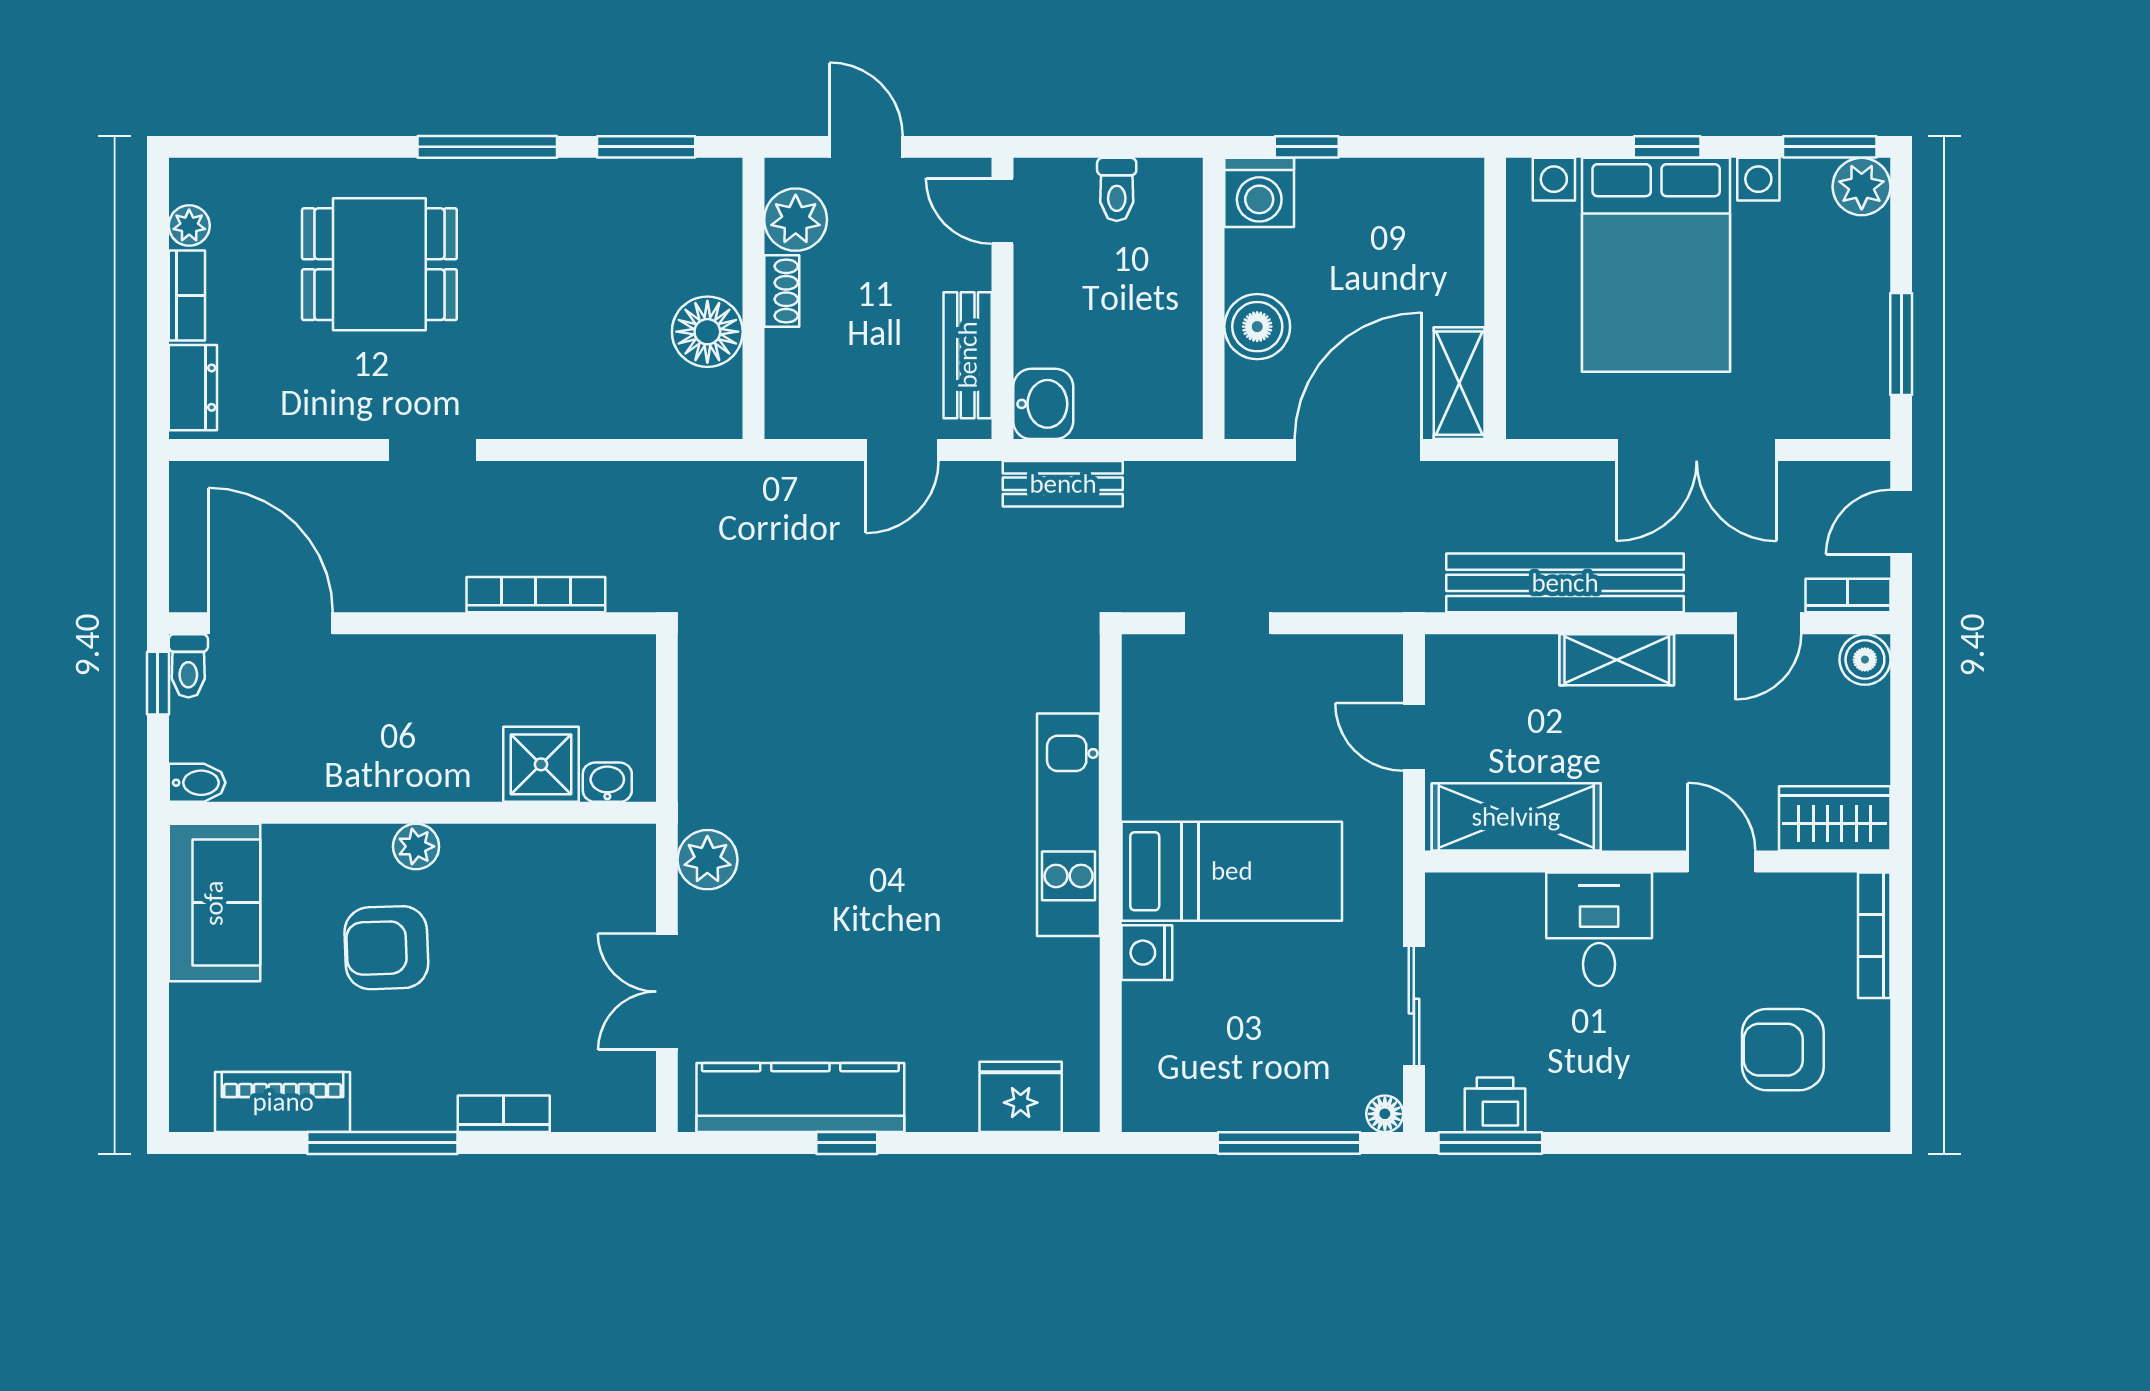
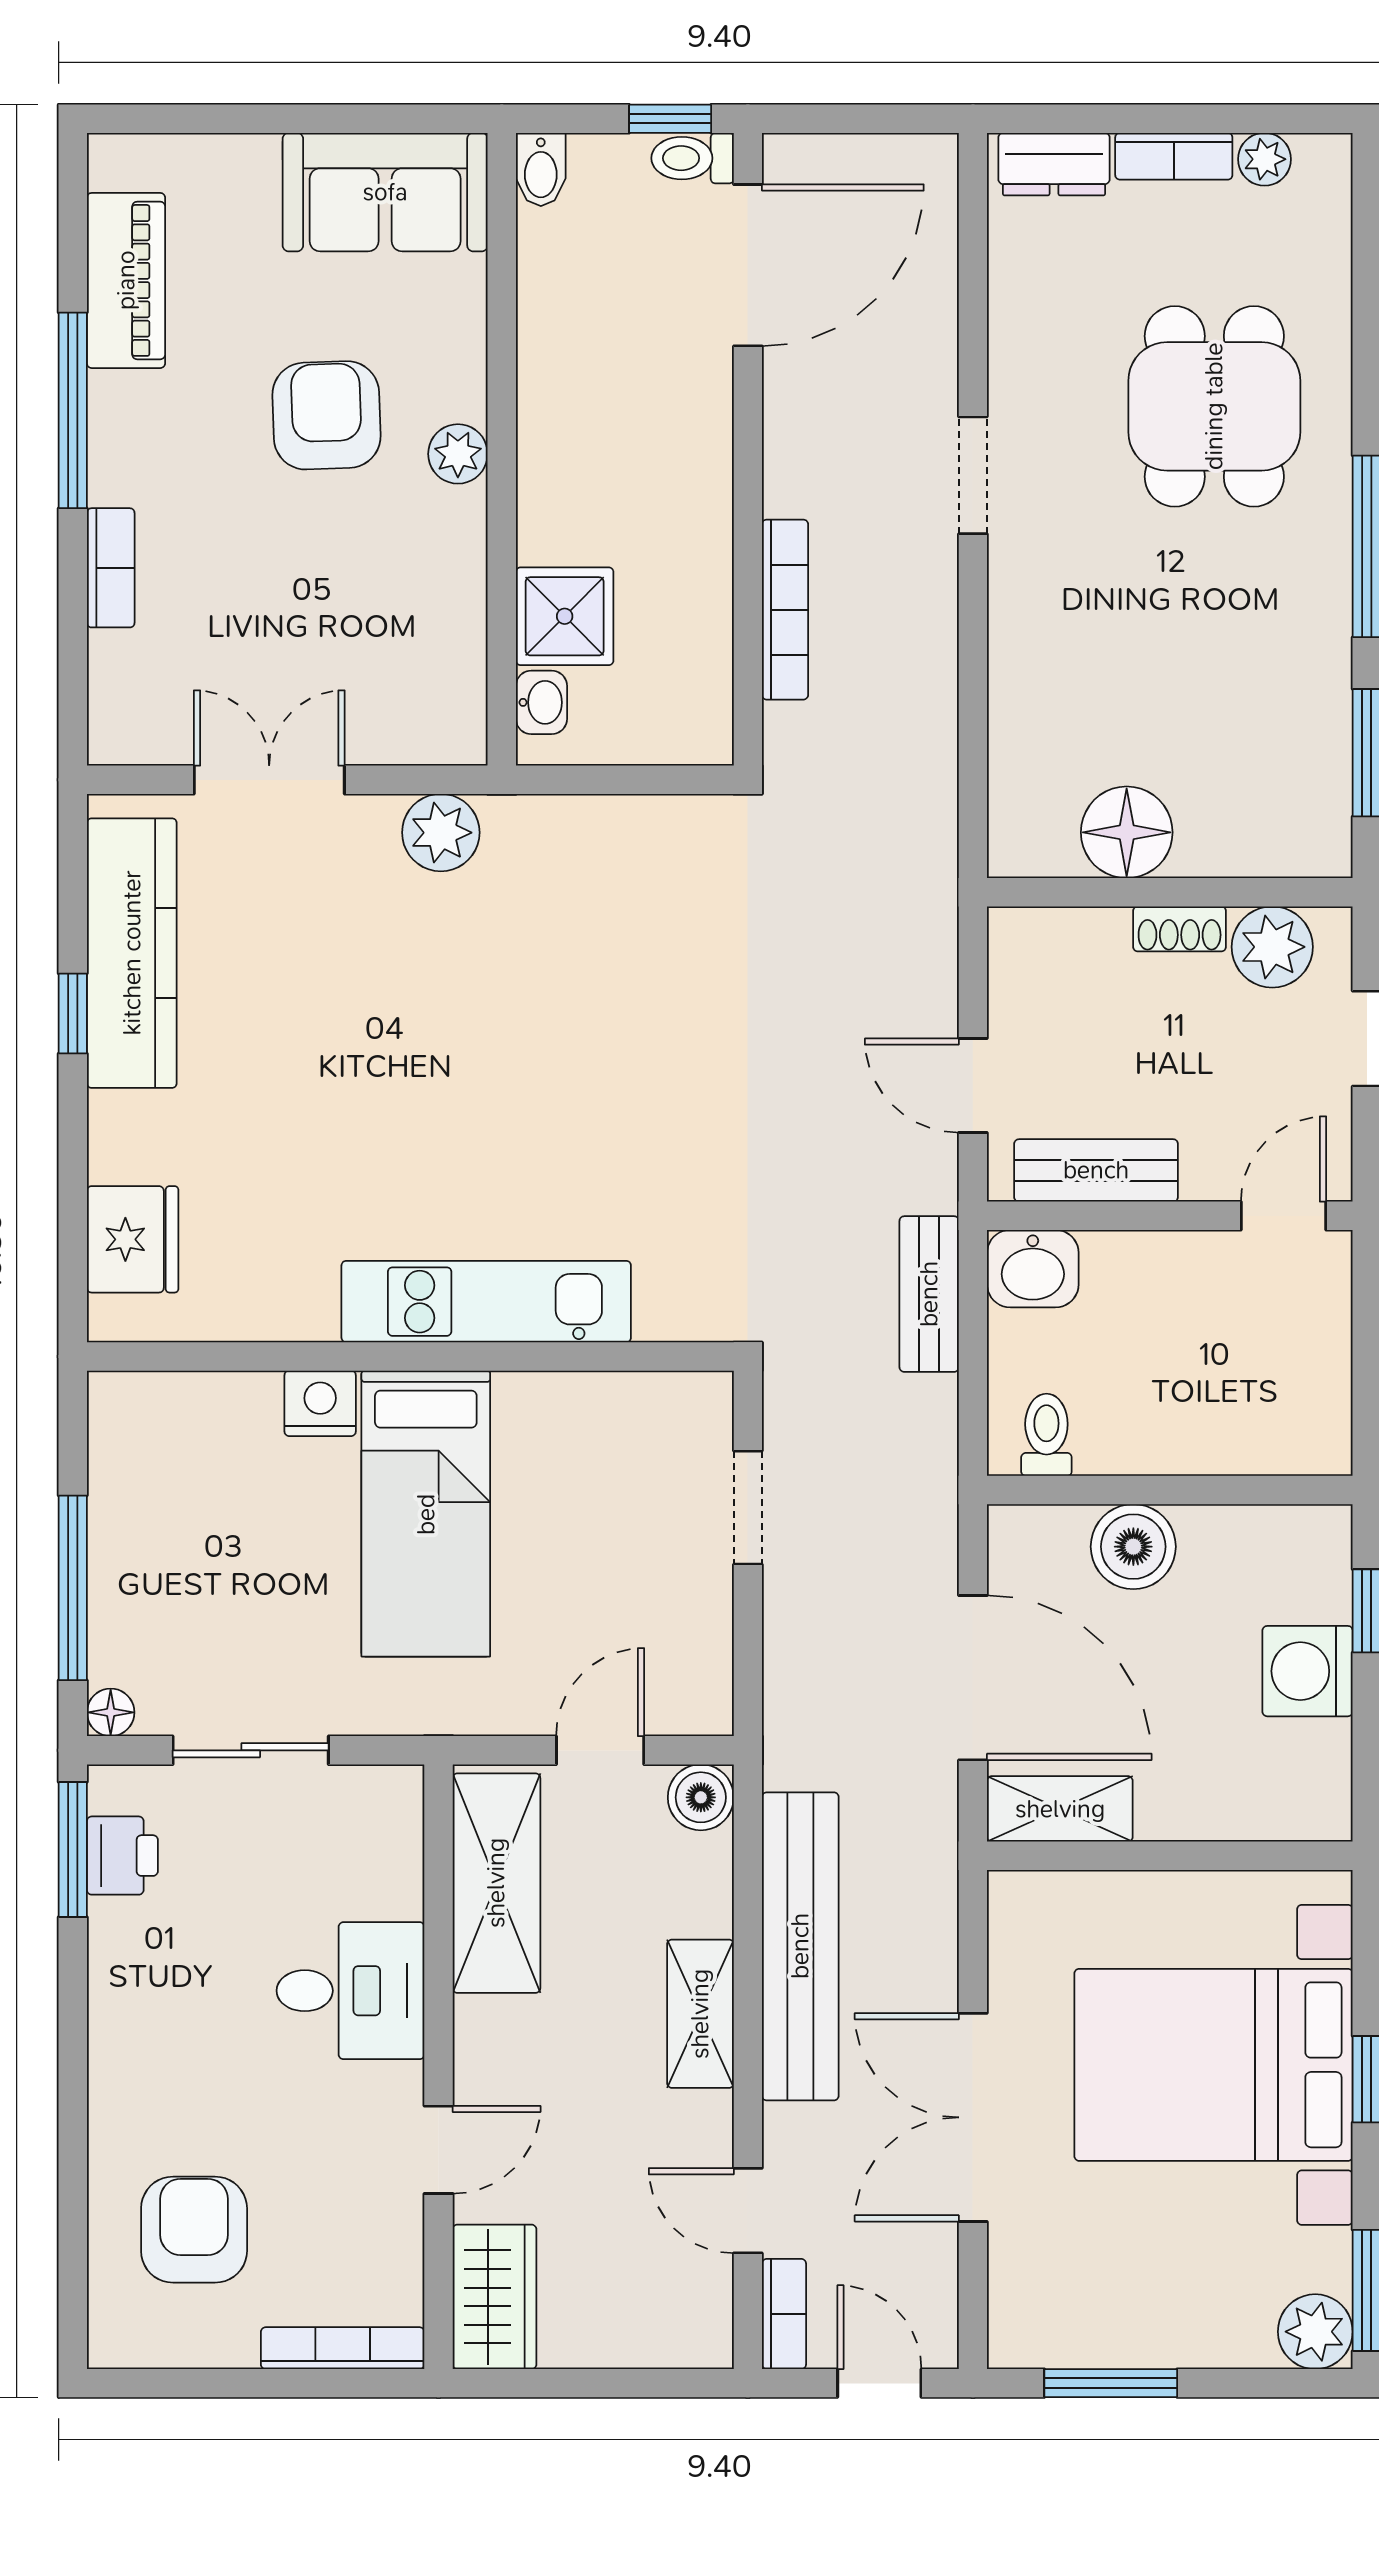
toilet: (1117, 189) -> (1046, 1435), moved, turned 90
washing machine: (1259, 192) -> (1308, 1671), moved
boiler: (1865, 660) -> (701, 1797), moved

